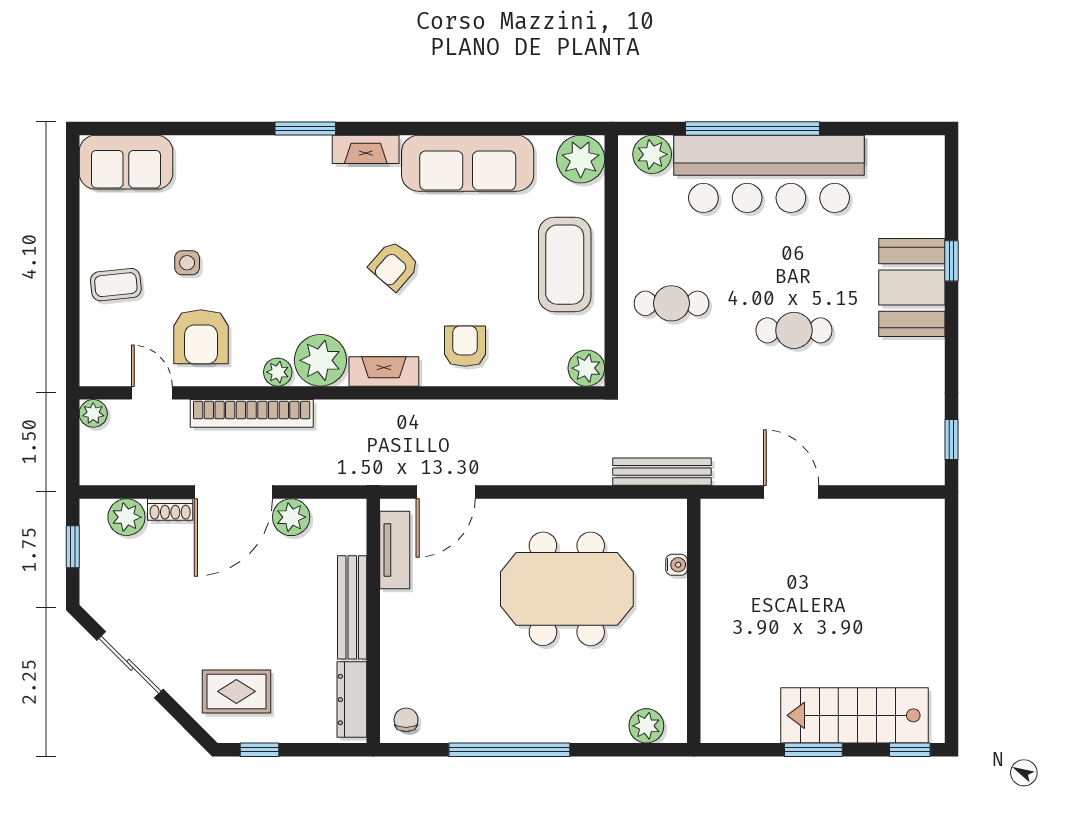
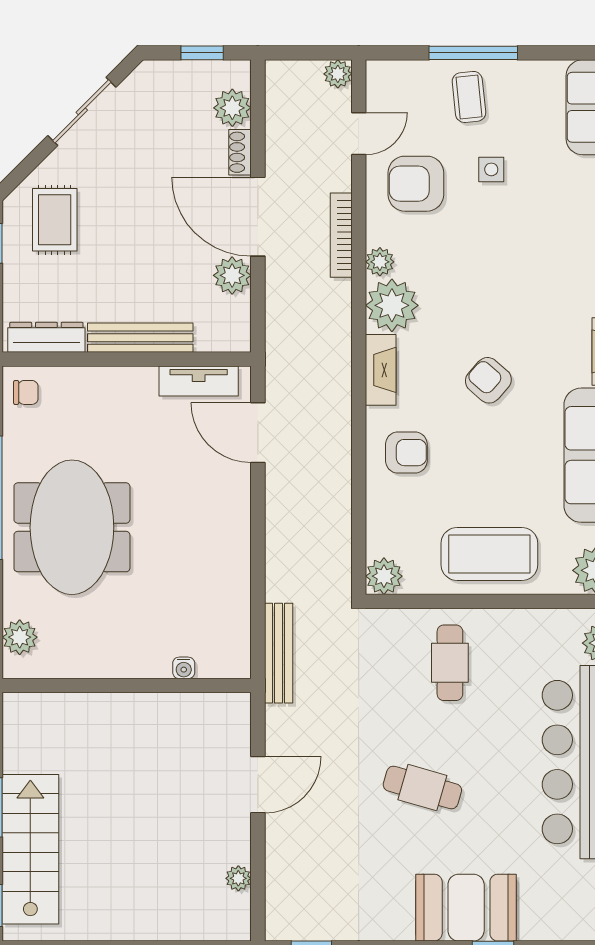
window: (73, 280) -> (473, 53), added
cafe table: (794, 330) -> (422, 788), turned -74
bookcase: (252, 413) -> (341, 235), width x0.68, depth x0.76
plant: (883, 511) -> (238, 878), added
meeting table: (567, 589) -> (72, 527), moved

